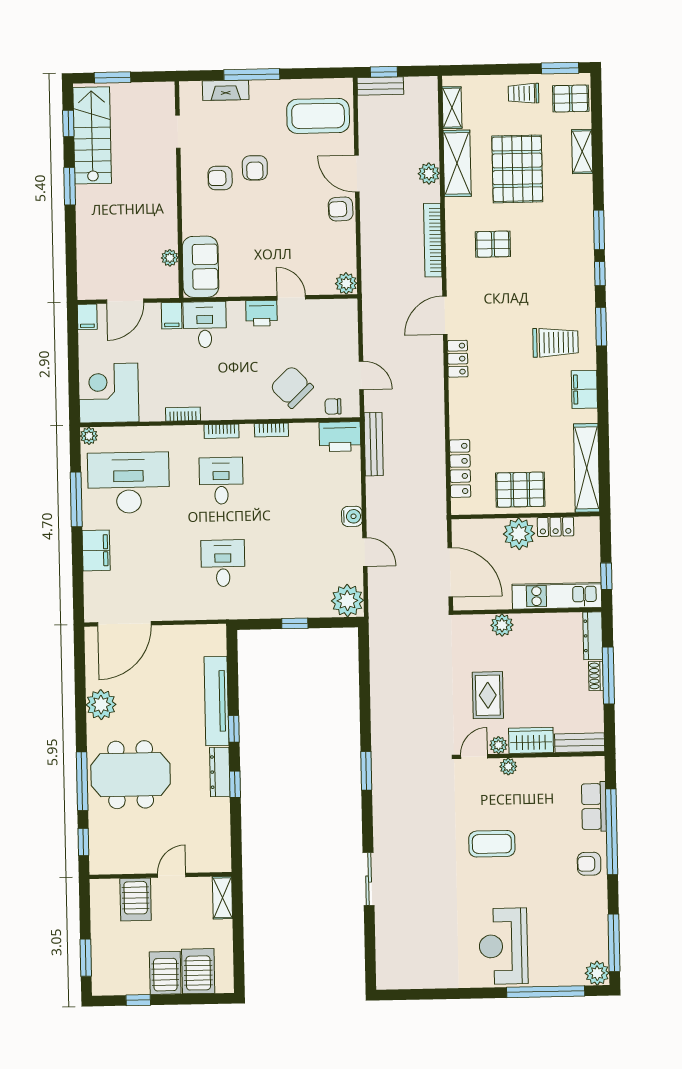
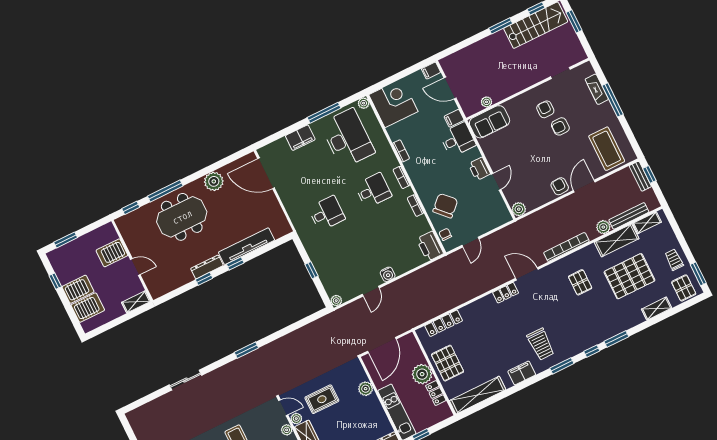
bench: (374, 444) -> (629, 216), moved
plant: (347, 601) -> (336, 301), width x0.53, depth x0.53
meeting table: (131, 775) -> (182, 217), turned 90

